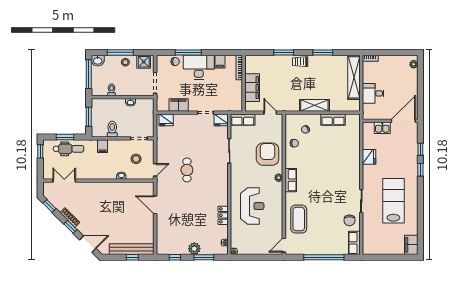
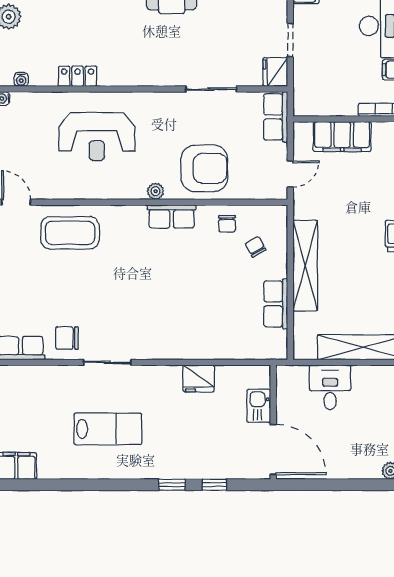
shelving: (314, 105) -> (305, 266), width x1.47
row of seats: (291, 180) -> (172, 216), moved
lab bench: (393, 201) -> (108, 429), width x0.73, depth x0.72

